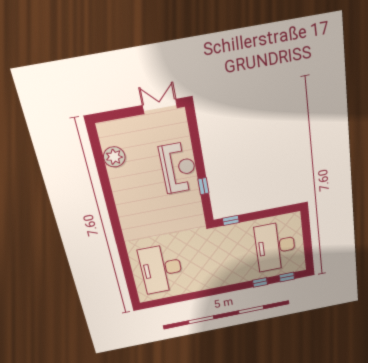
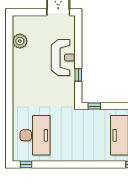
desk: (161, 269) -> (35, 135), turned 180
window: (260, 282) -> (26, 165), moved

